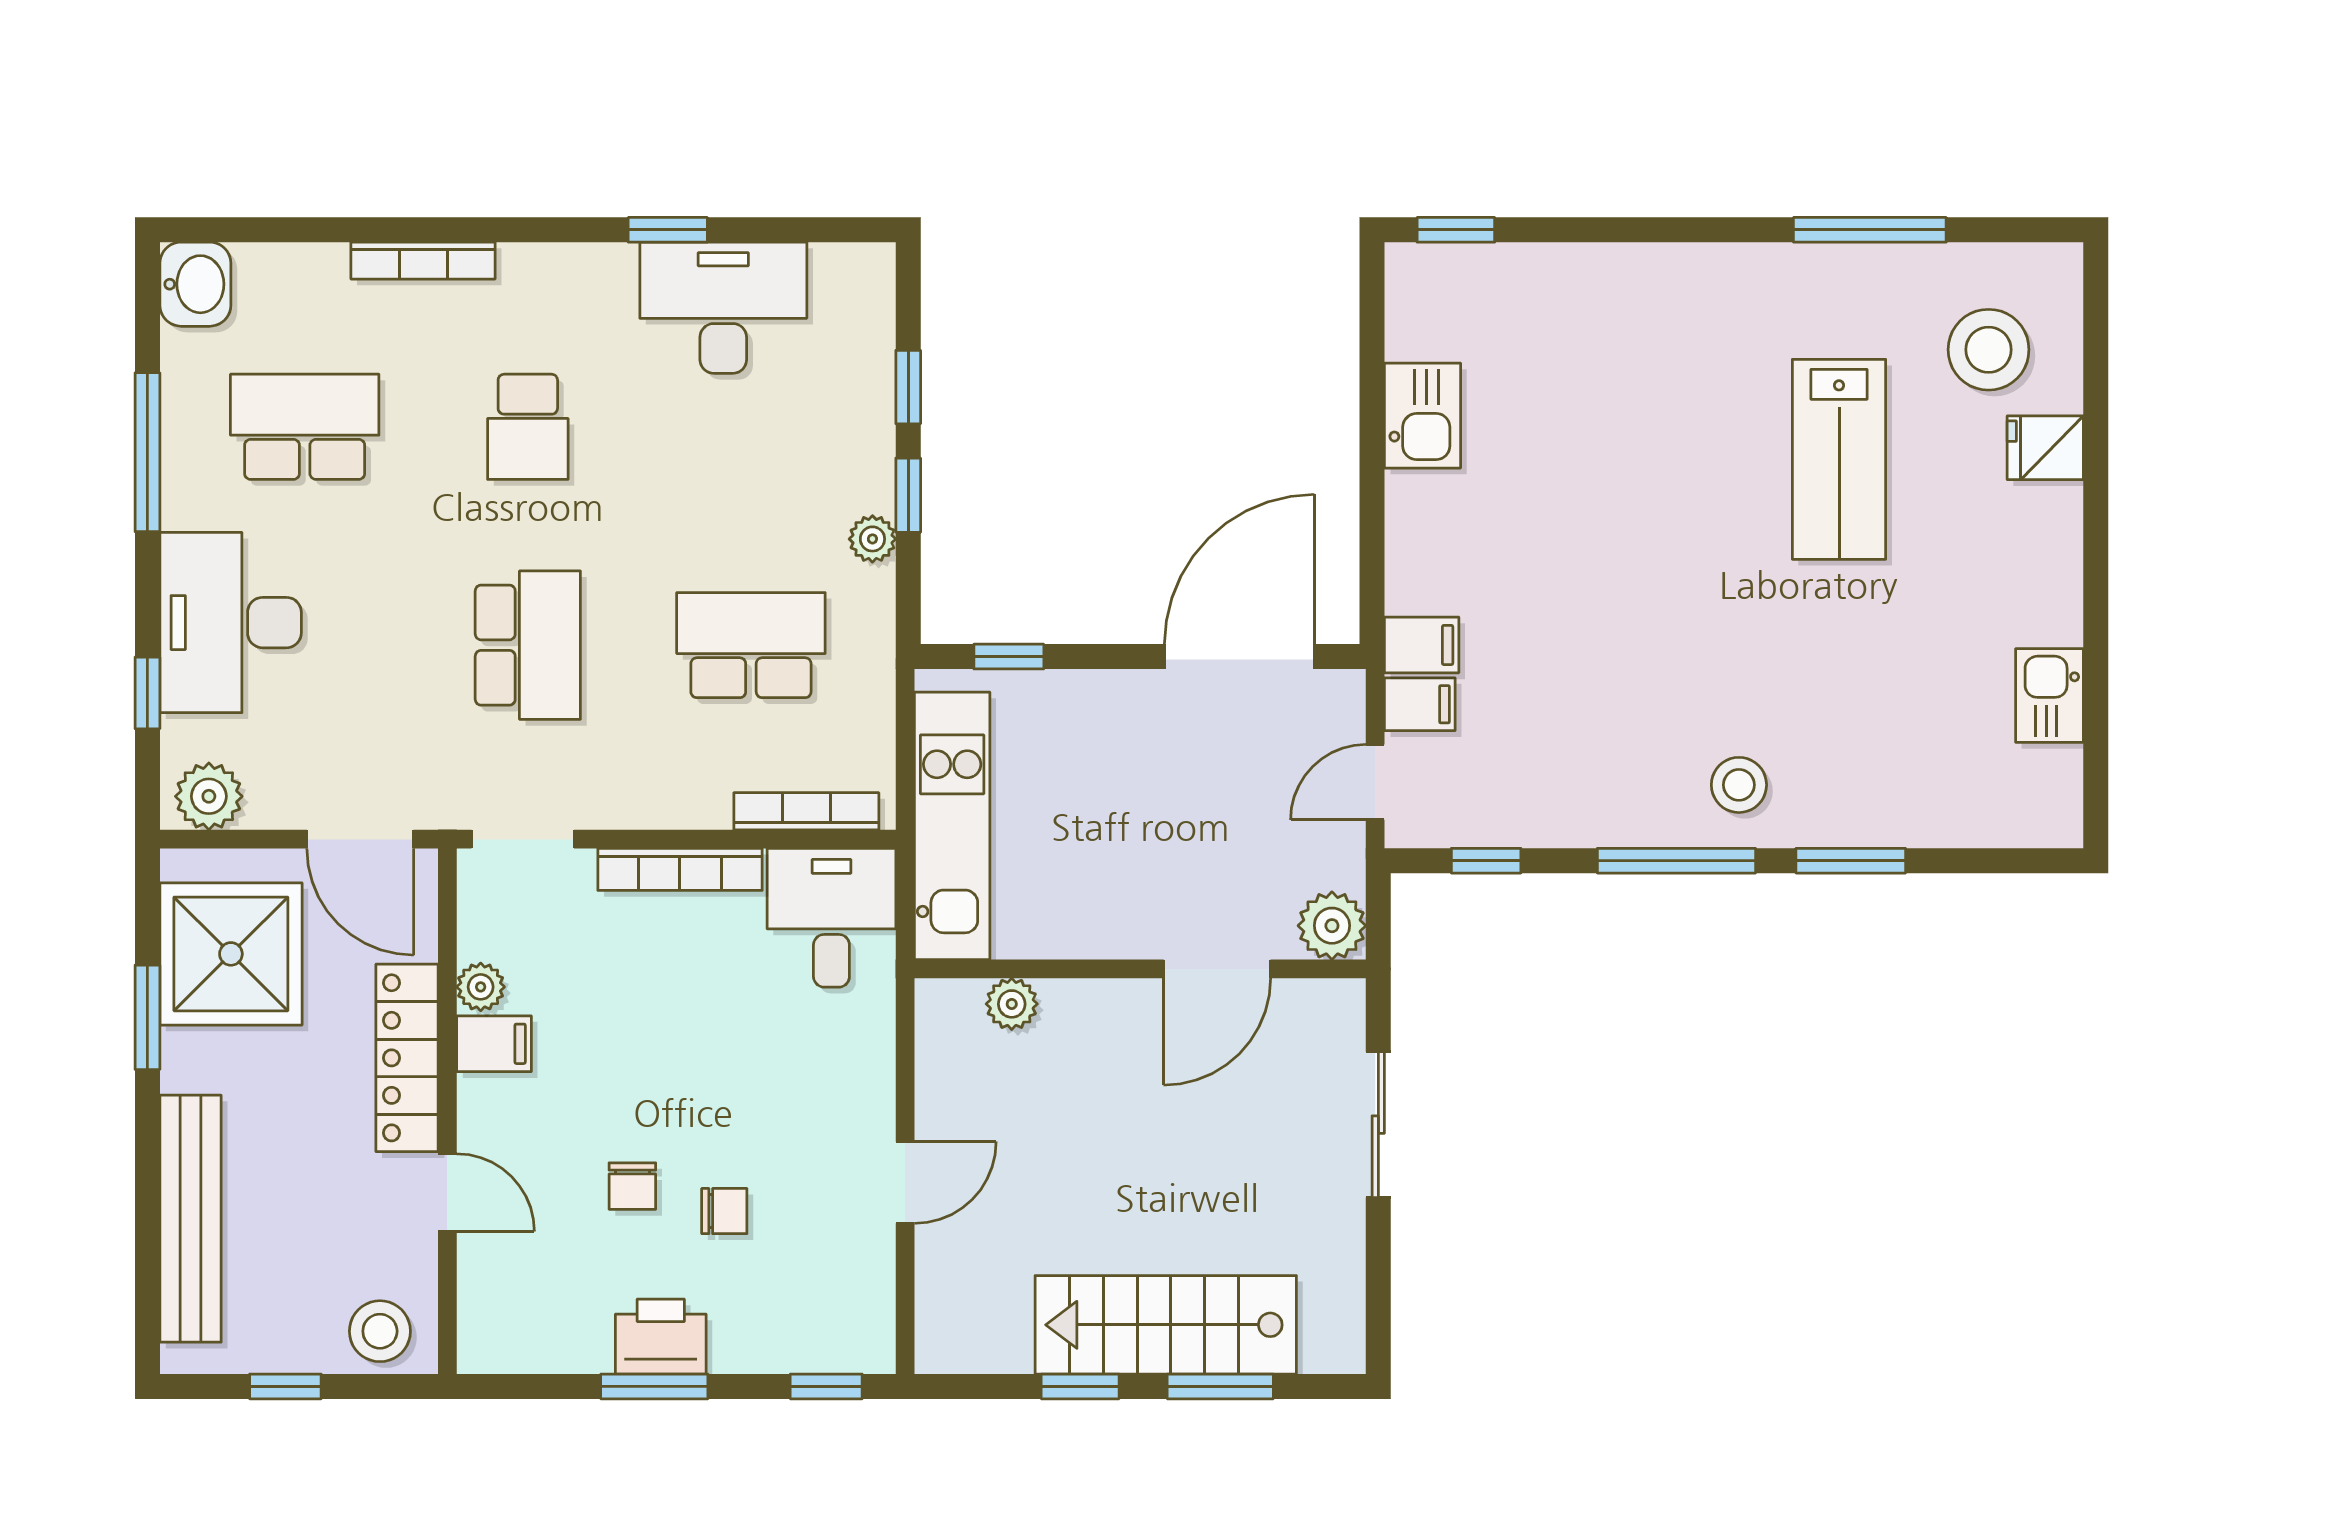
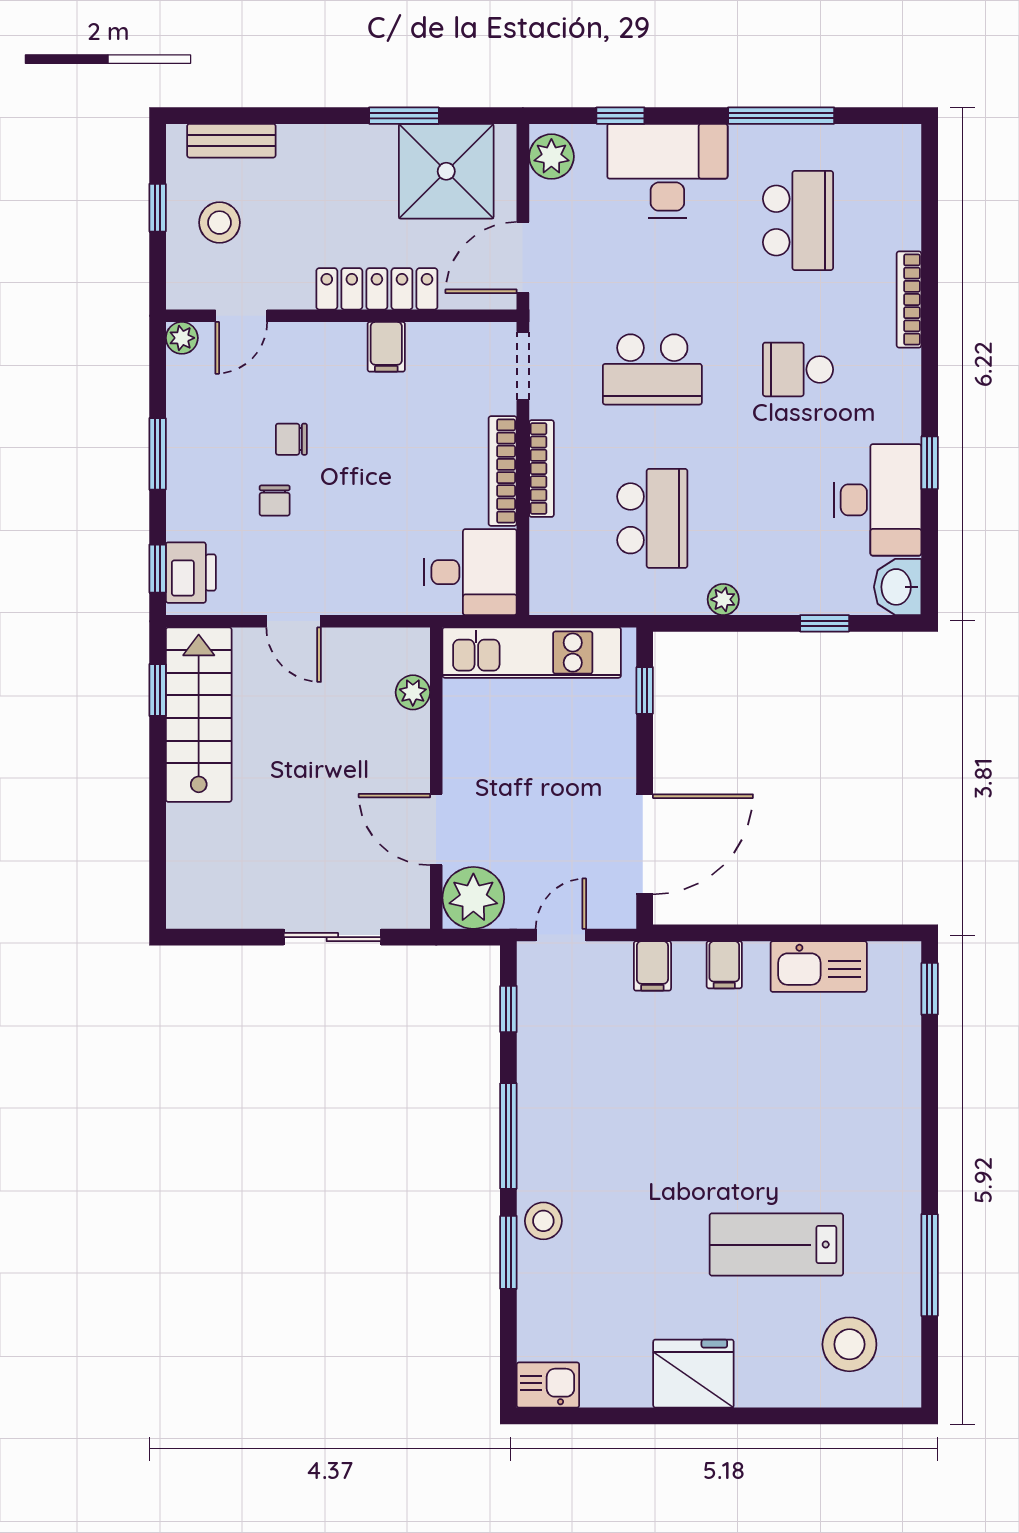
washbasin: (195, 284) -> (898, 587), moved, turned 90
kitchen sink: (1423, 416) -> (819, 967), width x1.38
fridge: (2045, 448) -> (693, 1374), moved, width x1.88, depth x1.34
window: (908, 495) -> (752, 623), removed
door: (1239, 657) -> (645, 844), hinge flipped
kitchen sink: (2049, 696) -> (548, 1385), moved
filing cabinet: (1420, 704) -> (724, 965), moved
door: (1375, 782) -> (561, 935), hinge flipped
stool: (1739, 785) -> (543, 1221), moved
bookcase: (806, 811) -> (541, 469), moved
plant: (1332, 926) -> (473, 898), width x1.36, depth x1.36
plant: (481, 987) -> (182, 338), moved
door: (447, 1193) -> (241, 316), moved
bench: (190, 1219) -> (231, 141), width x0.54, depth x0.82
stairs: (1166, 1325) -> (199, 715), moved
stool: (380, 1331) -> (219, 223), moved
printer: (661, 1337) -> (191, 573), moved
window: (1080, 1386) -> (158, 690), moved
window: (1220, 1386) -> (158, 832), removed

